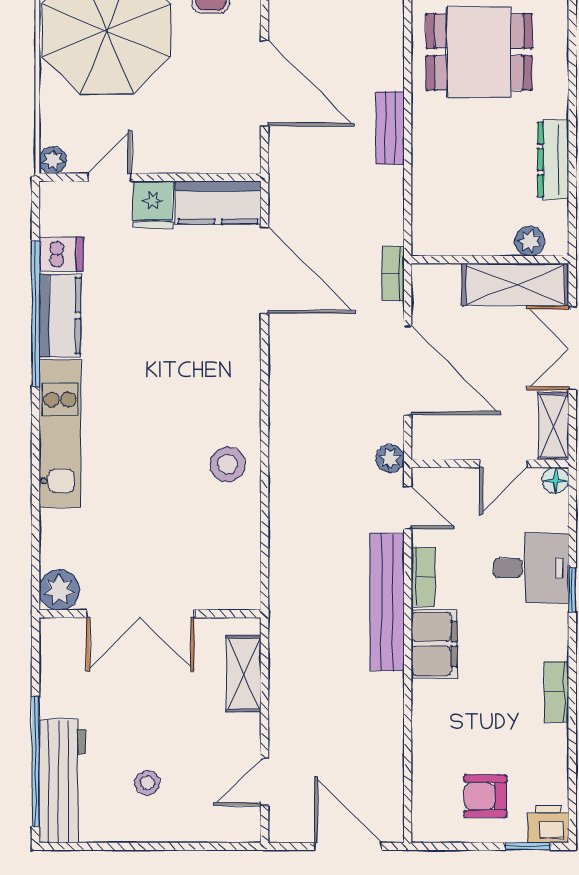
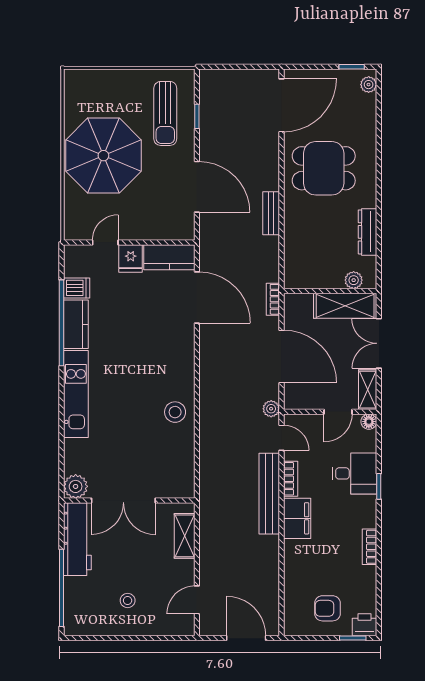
plant: (53, 160) -> (72, 232), removed
workbench: (62, 781) -> (77, 539), moved

